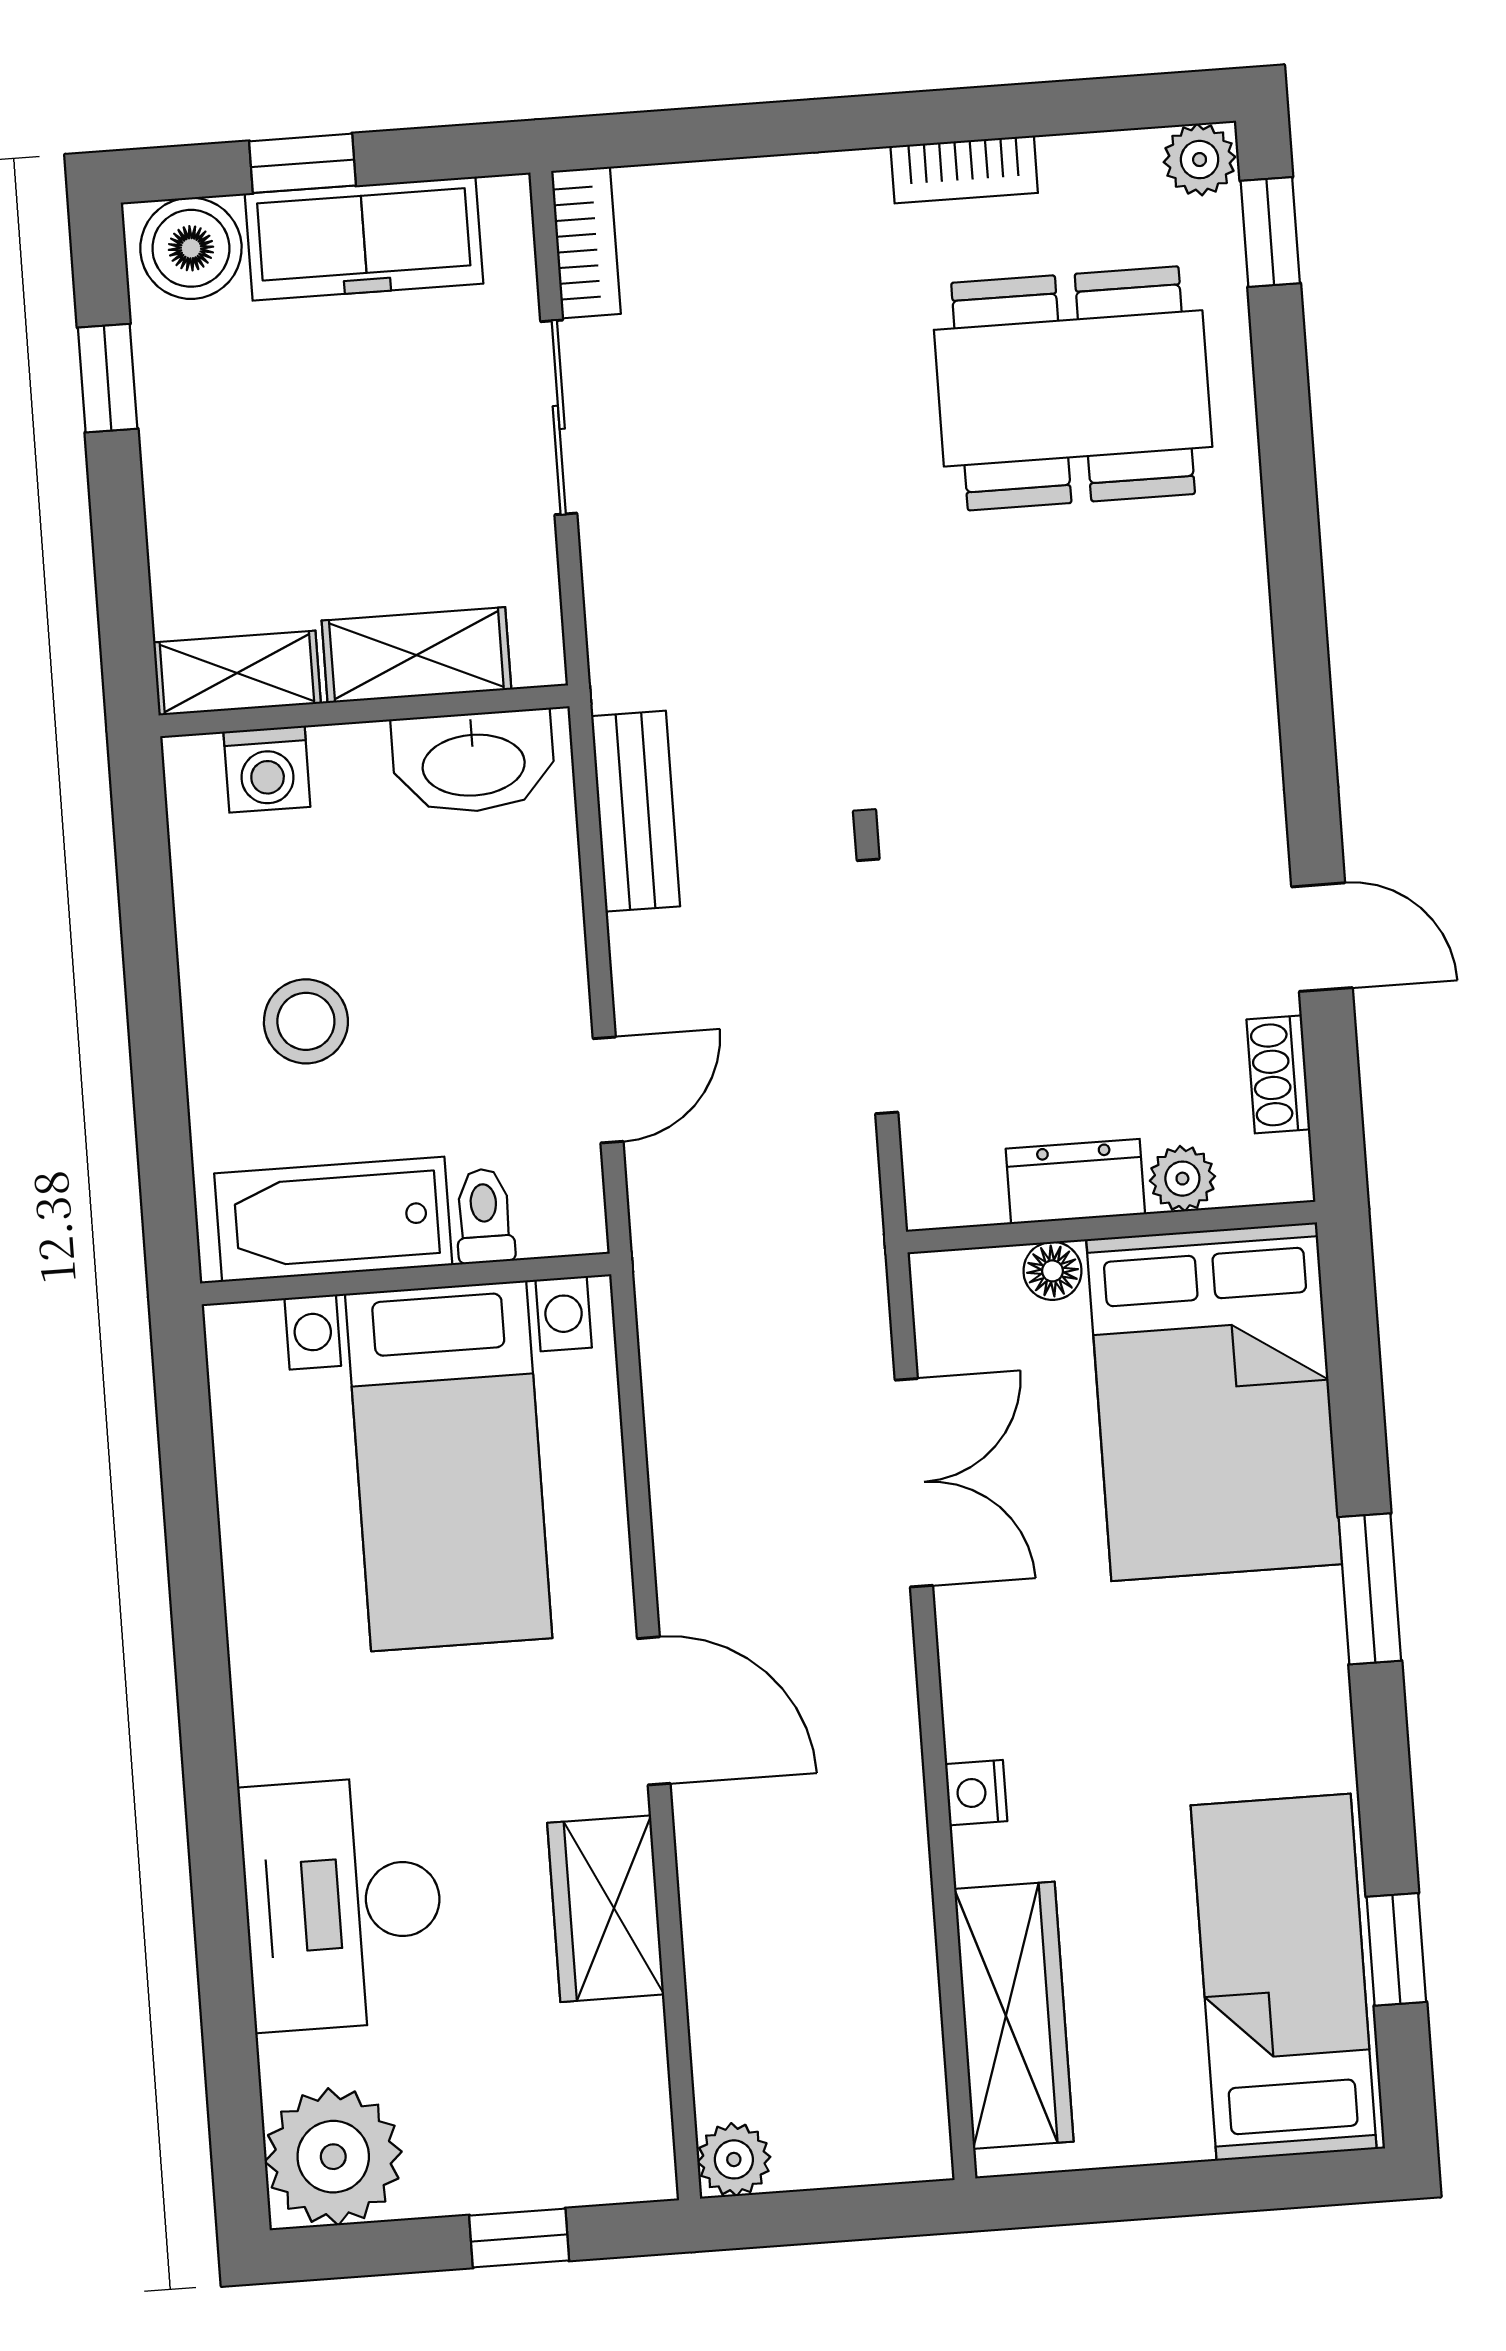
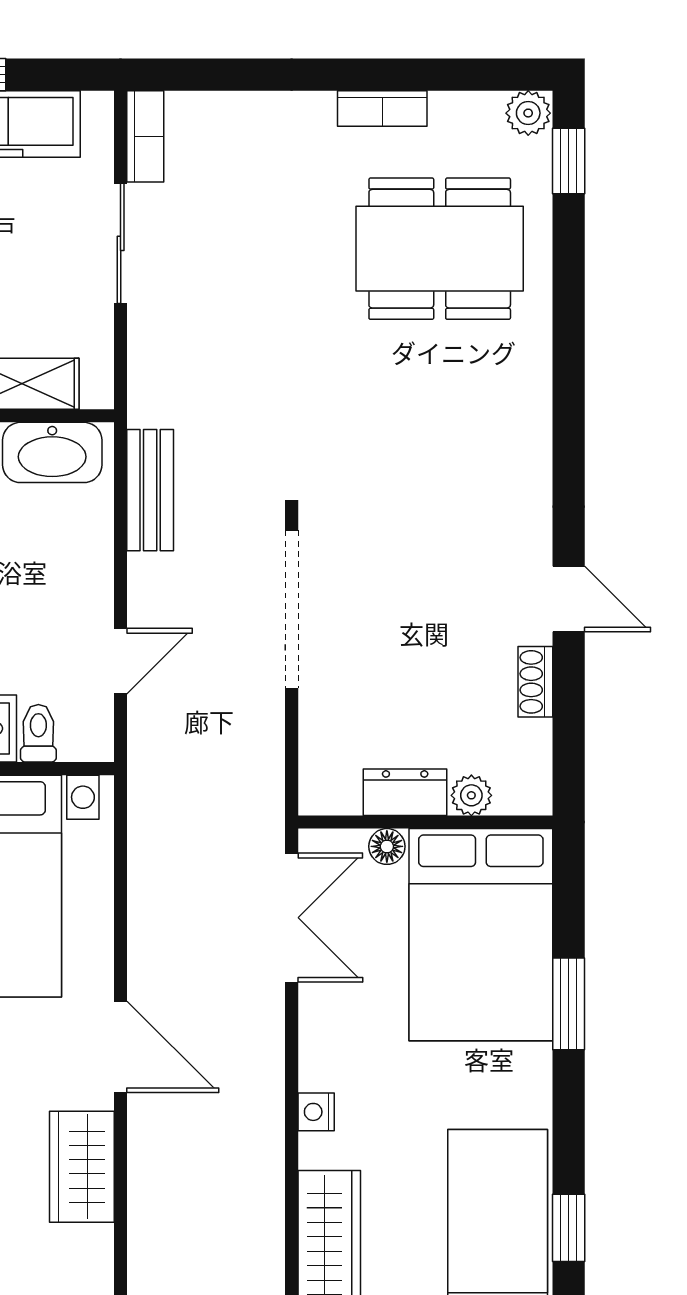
plant: (1182, 1179) -> (471, 795), moved
dresser: (1075, 1181) -> (405, 792), moved
wall: (1111, 1227) -> (425, 822), moved
floor lamp: (1053, 1271) -> (387, 846), moved
bed: (1214, 1402) -> (481, 935), moved

